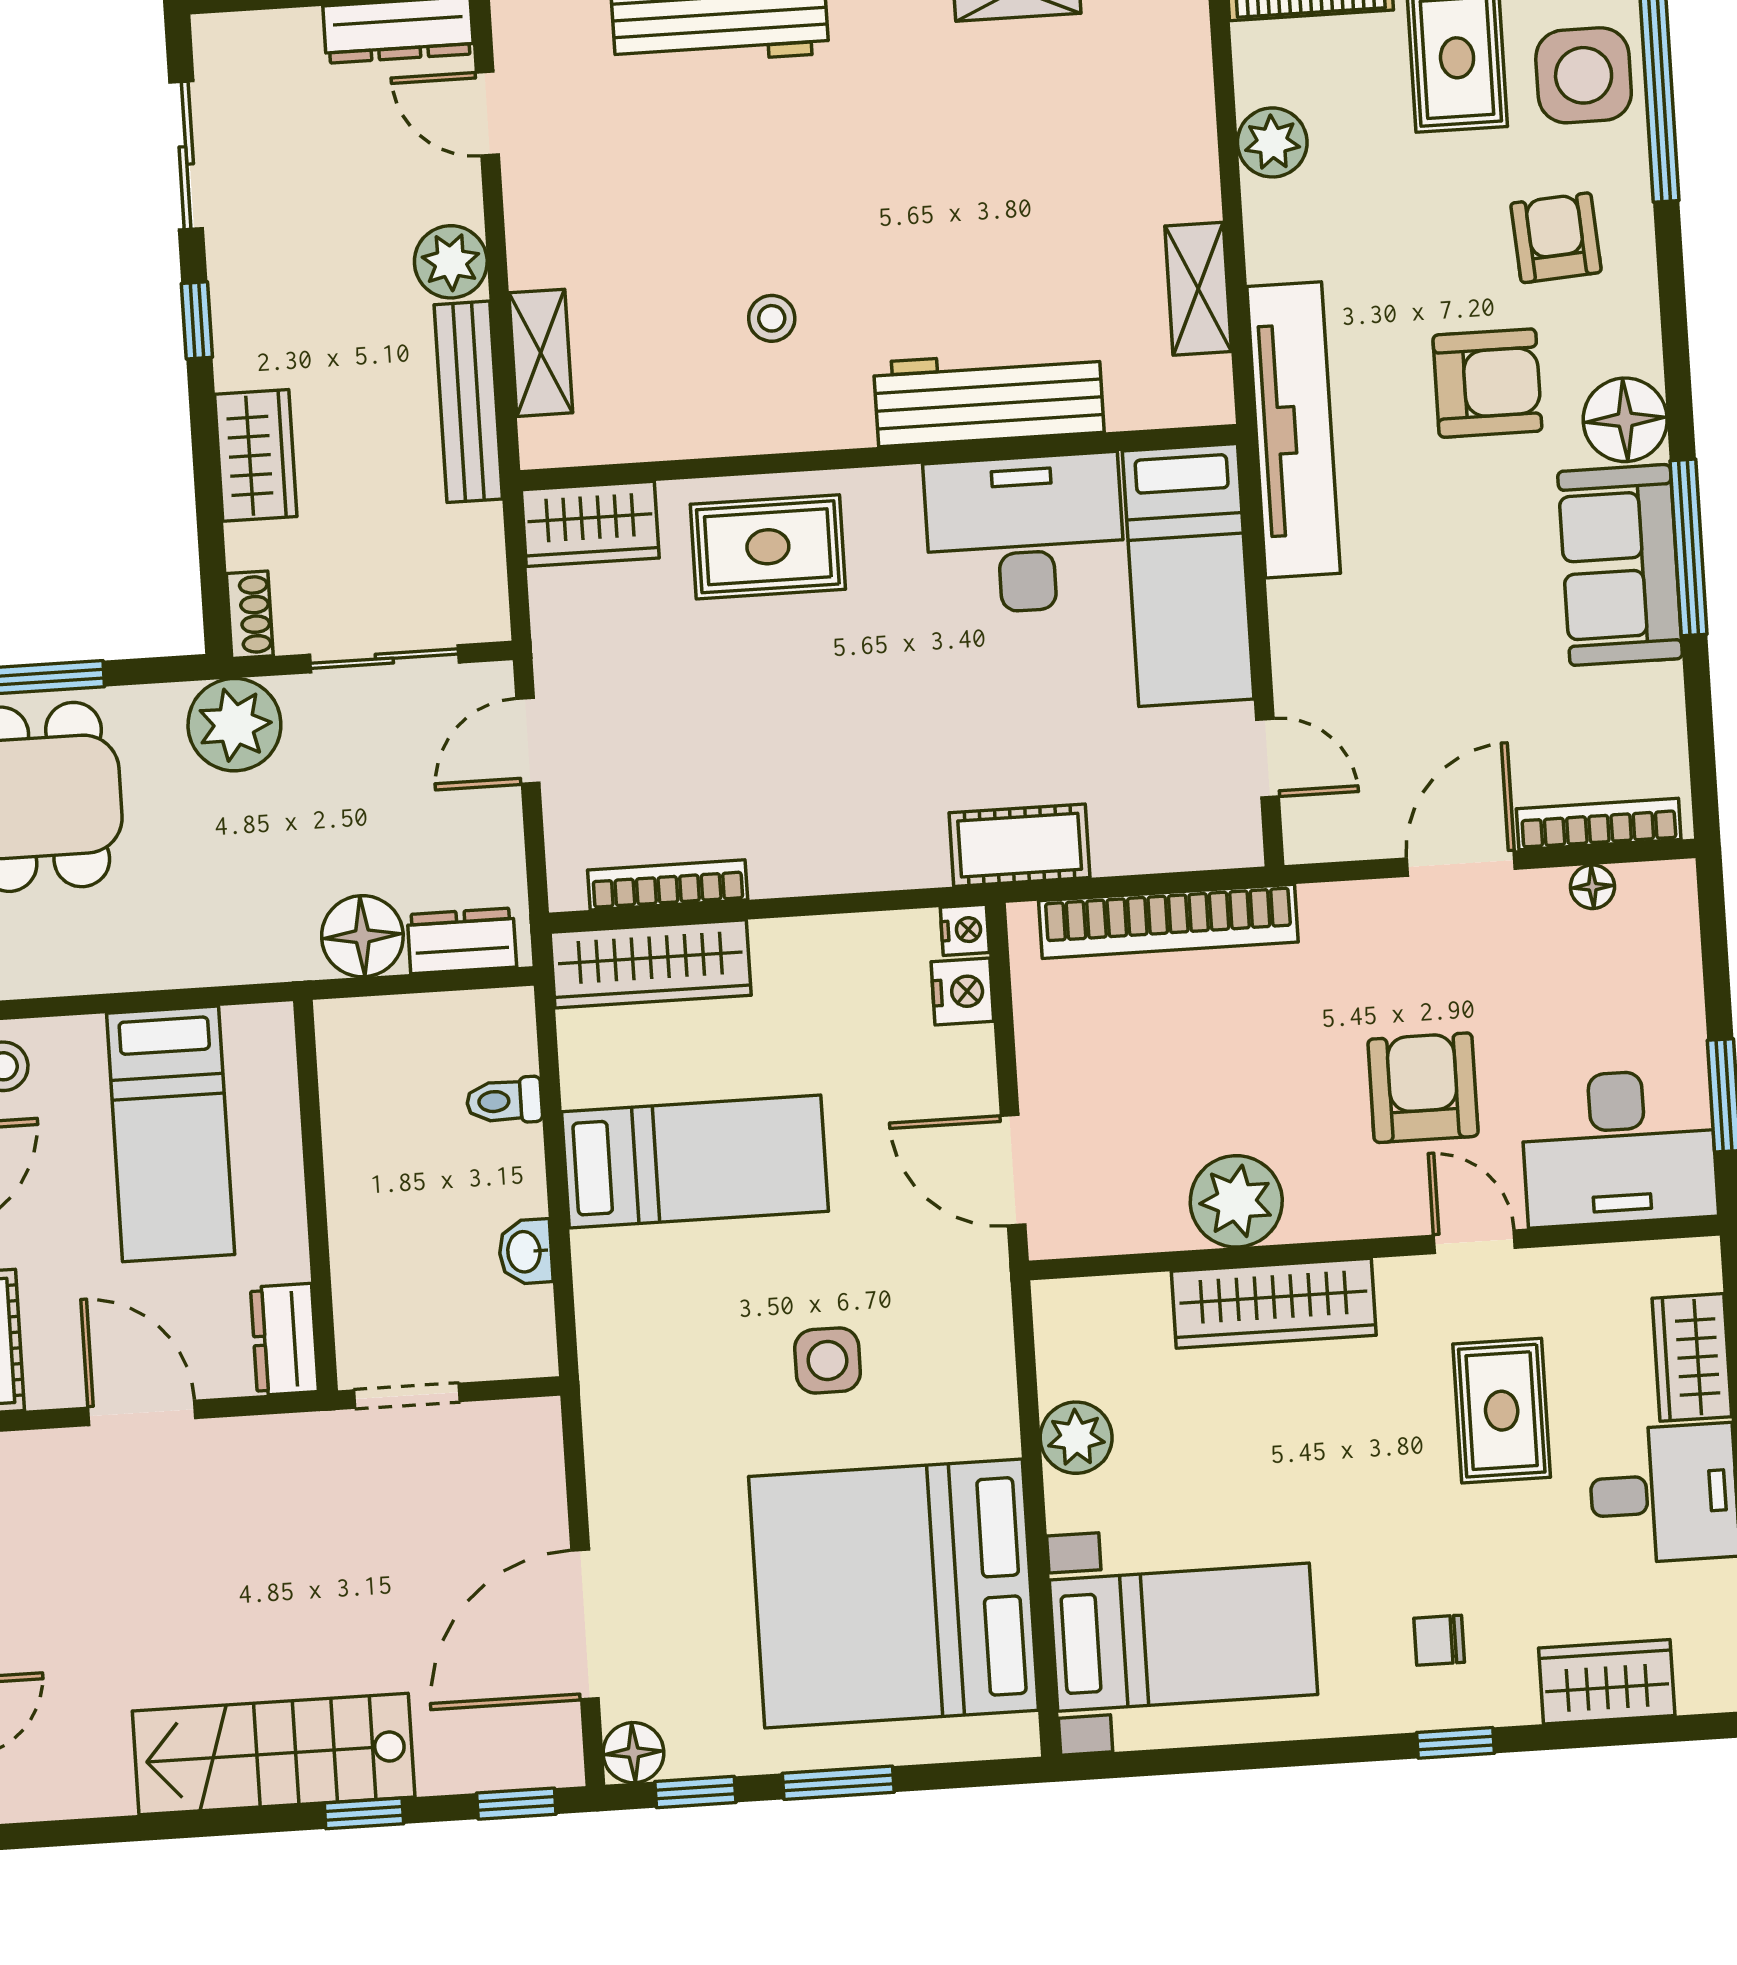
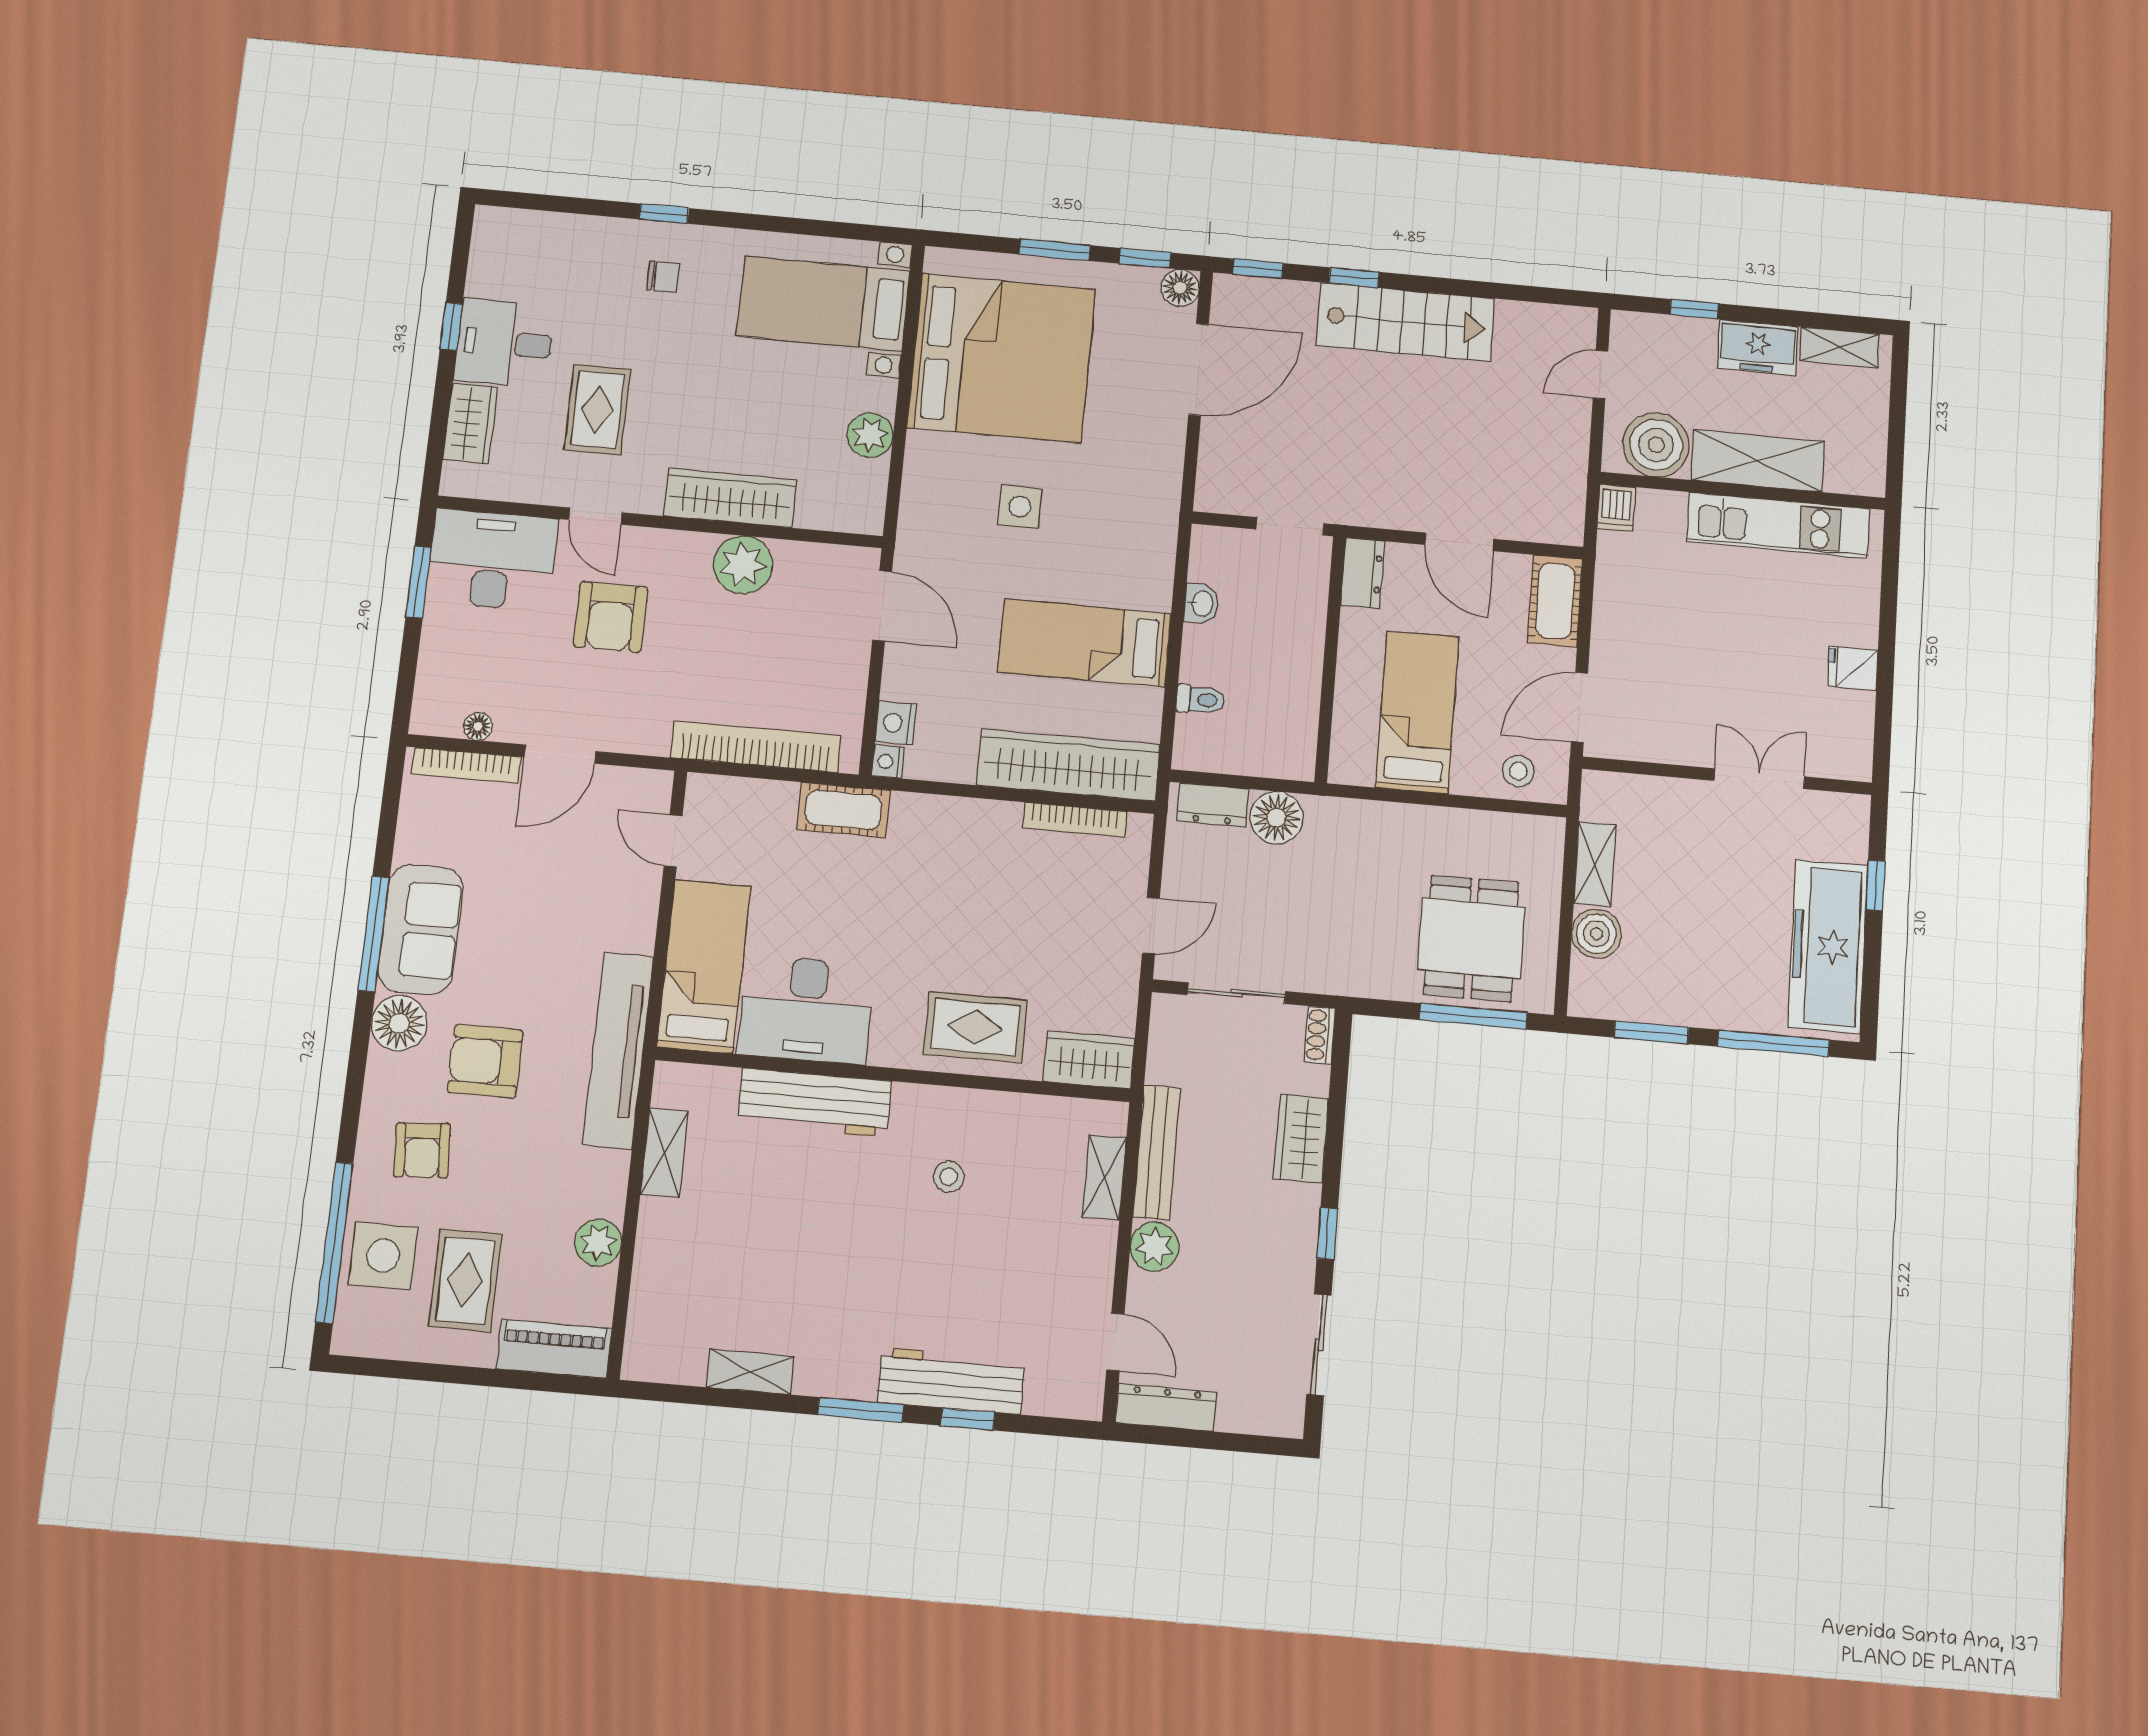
plant: (234, 725) -> (1340, 966), removed
wardrobe: (651, 964) -> (1069, 765), width x1.40, depth x1.17
wardrobe: (1607, 1682) -> (562, 235), removed

